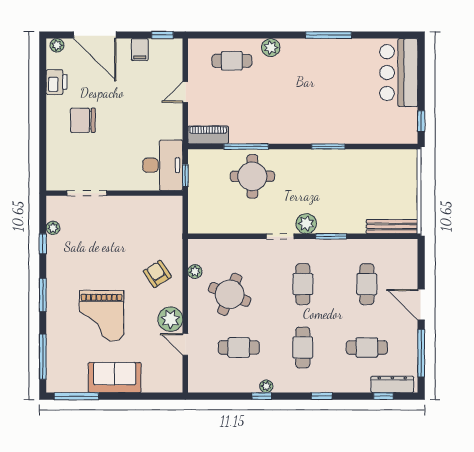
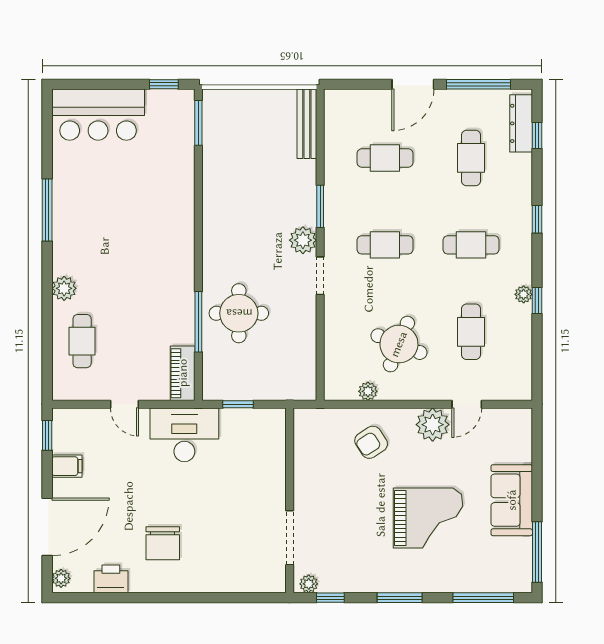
window: (328, 146) -> (198, 123), moved
desk: (163, 165) -> (184, 435), moved
doorway: (87, 193) -> (290, 538), moved
wall: (114, 193) -> (290, 500), moved

